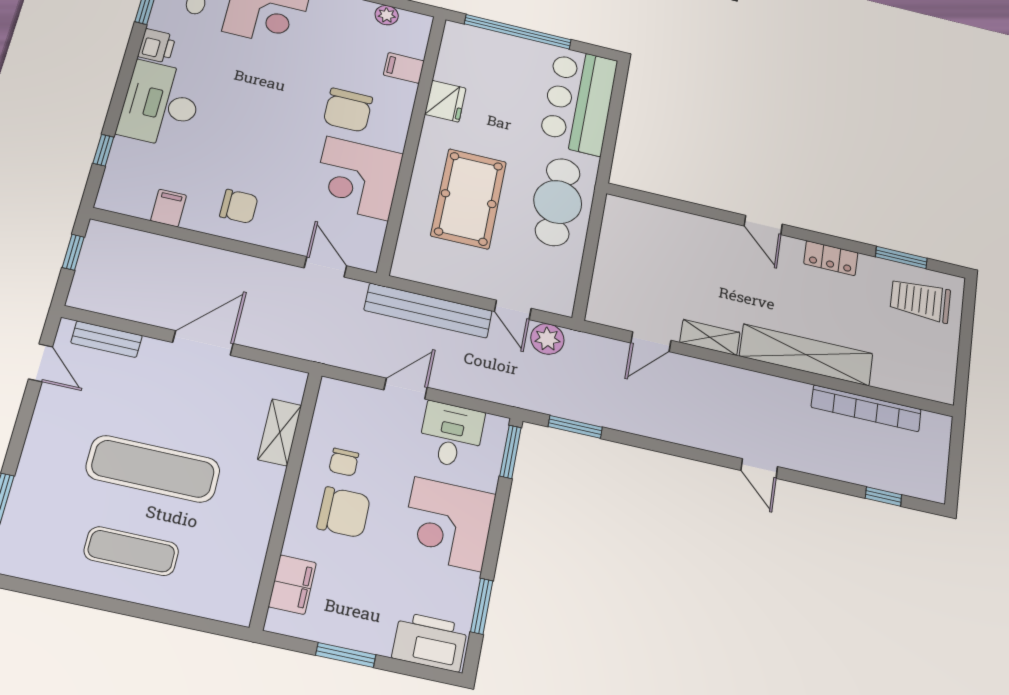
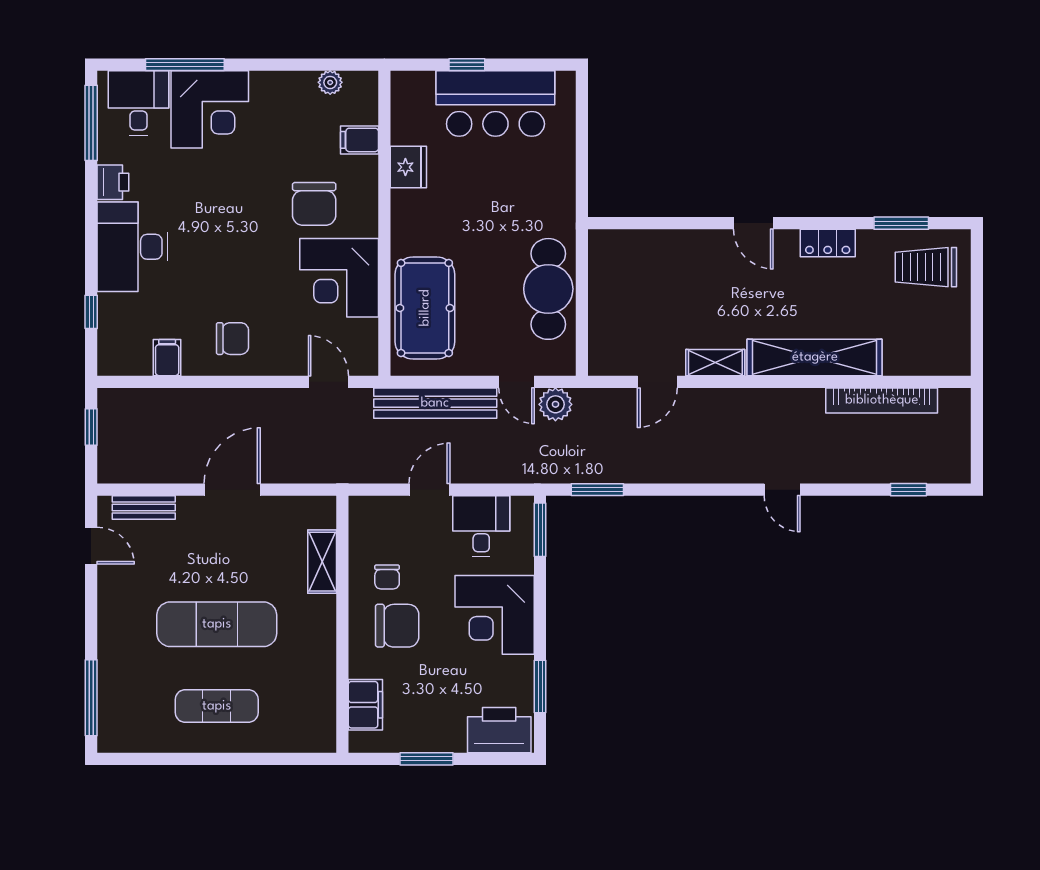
window: (518, 32) -> (467, 65), width x0.32
bar counter: (579, 101) -> (495, 103), moved, turned -90
pool table: (469, 199) -> (425, 308), moved
cafe table: (558, 202) -> (548, 289), moved

